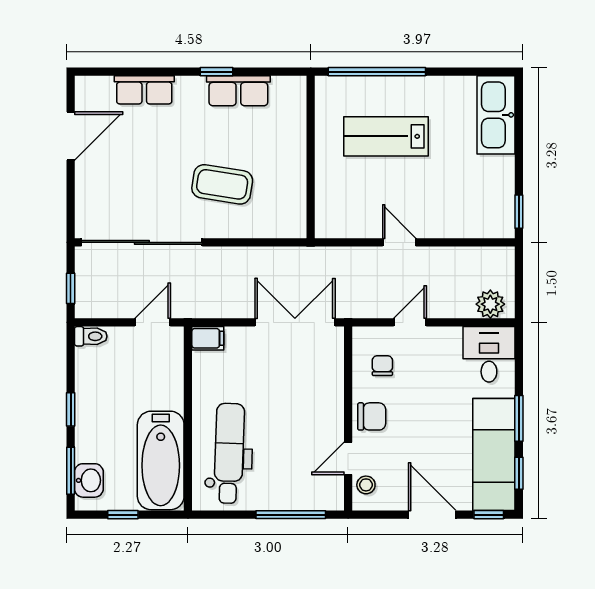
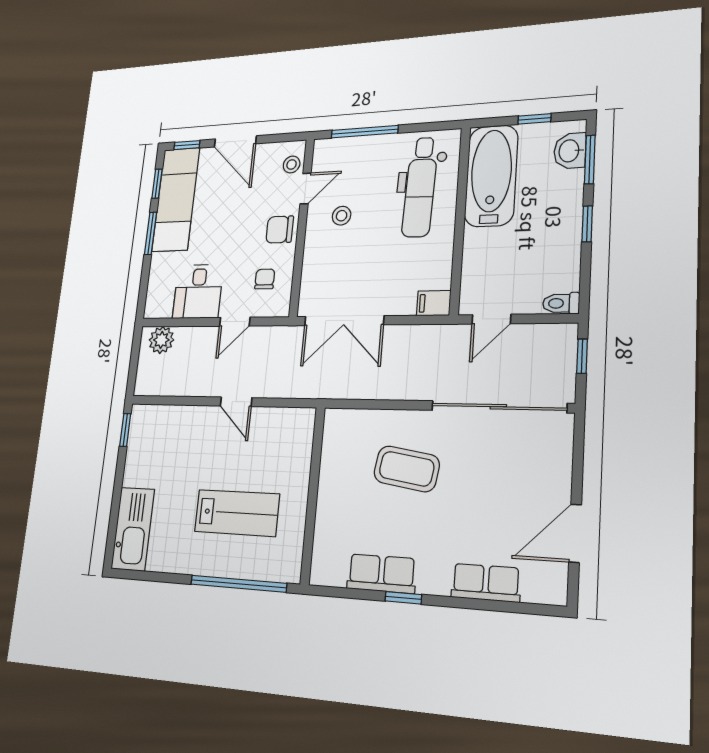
desk: (489, 354) -> (198, 291), moved
chair: (382, 366) -> (265, 279), turned 180
stool: (307, 428) -> (342, 216), added

